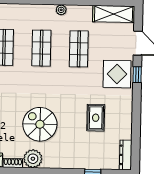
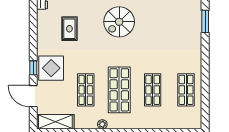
shop shelf: (41, 48) -> (119, 90), width x1.43, depth x1.36
spiral stairs: (40, 124) -> (119, 22), turned 90

